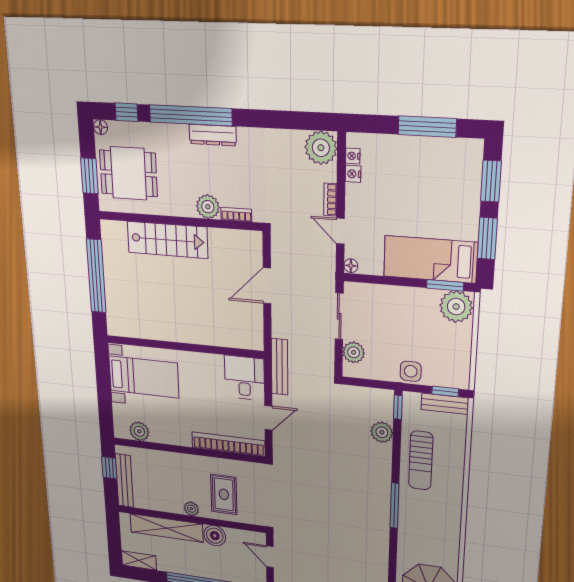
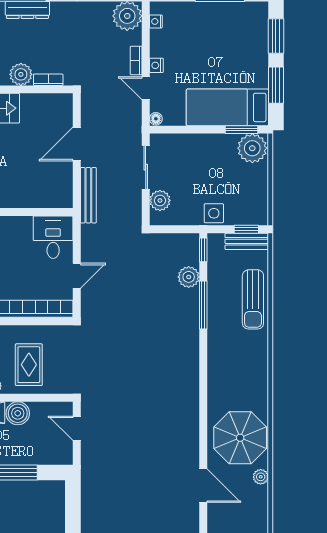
nightstand: (353, 174) -> (156, 65), moved
bench: (280, 367) -> (88, 195), moved
sun lounger: (421, 460) -> (253, 299), moved
window: (394, 506) -> (203, 305), moved

